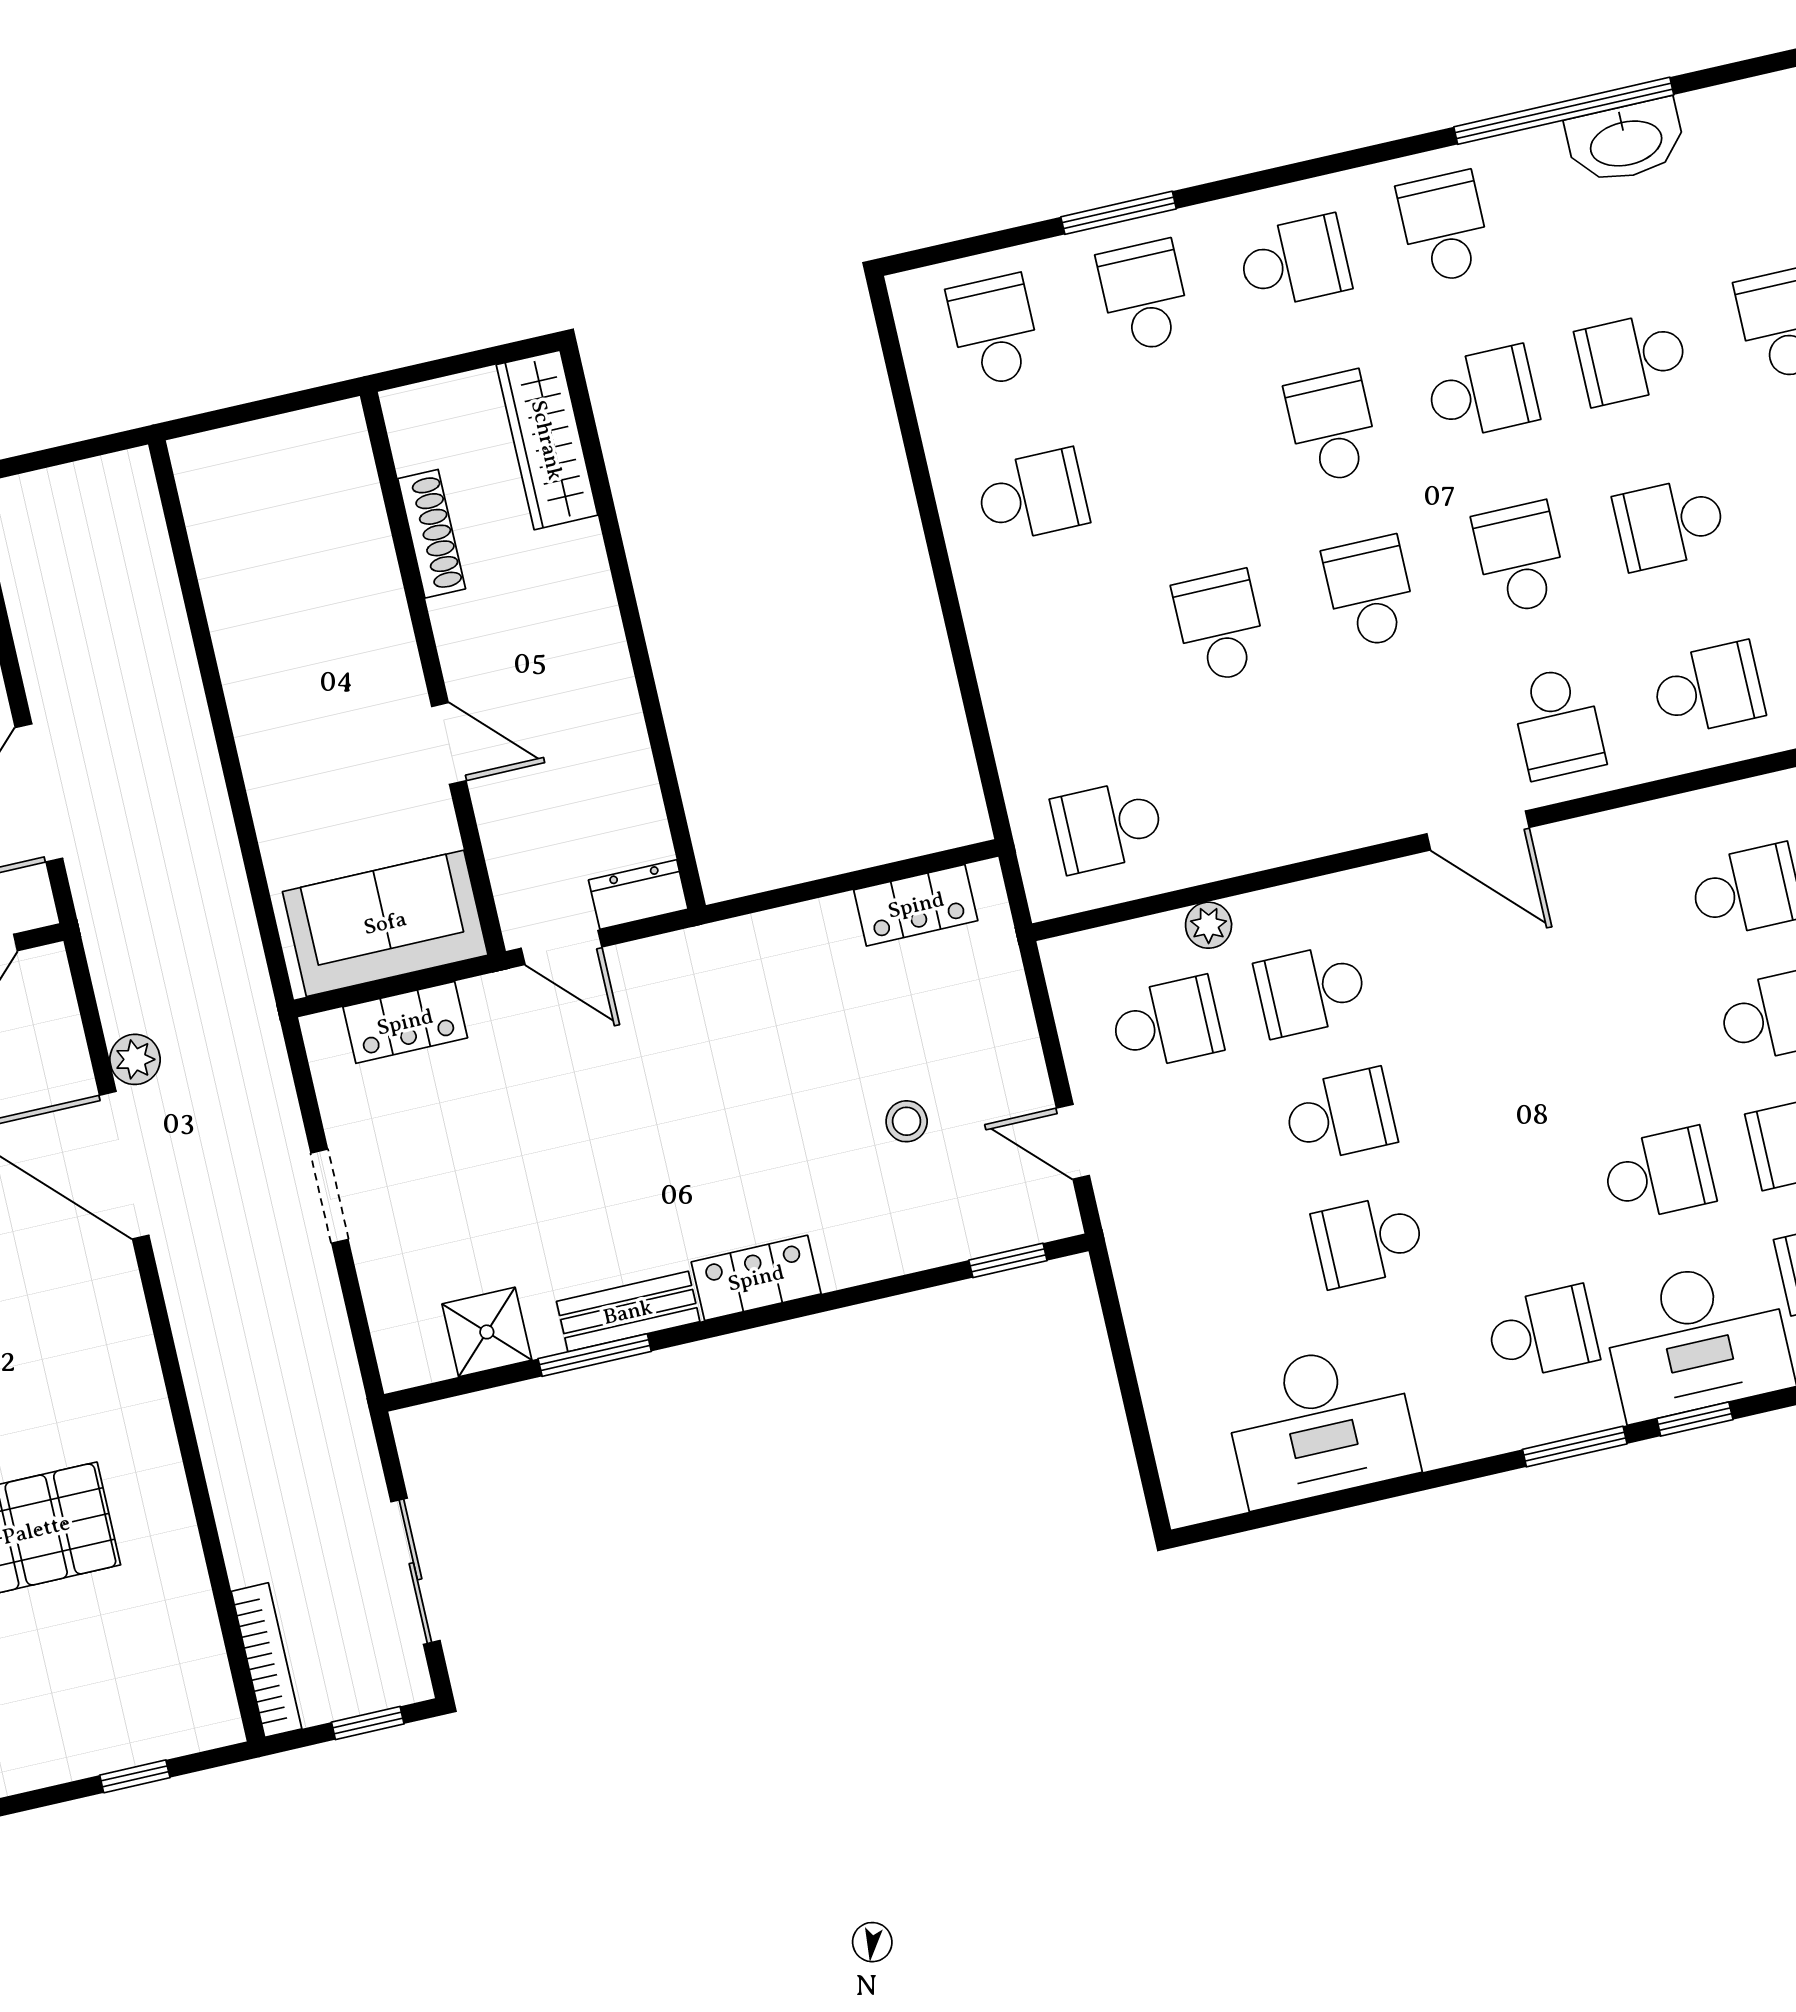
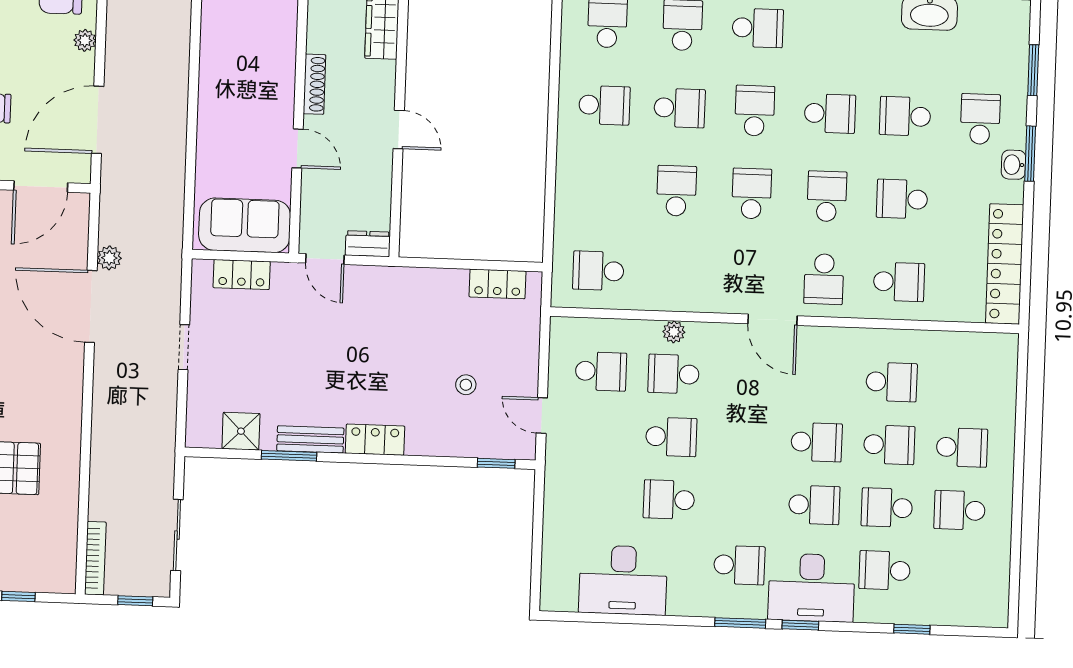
school desk: (1444, 228) -> (680, 108), moved, turned 90
shoe rack: (432, 534) -> (315, 84), moved
door: (639, 653) -> (399, 130), added
plant: (1209, 925) -> (674, 332), moved
school desk: (1630, 1049) -> (817, 442), added

